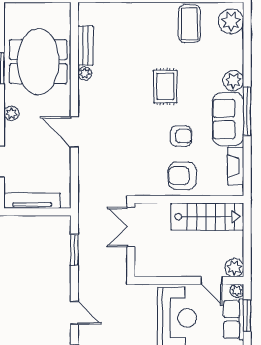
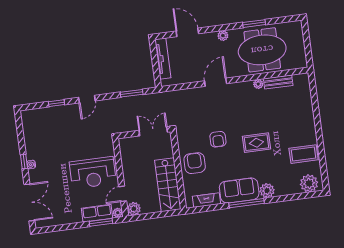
armchair: (181, 136) -> (218, 139), moved

